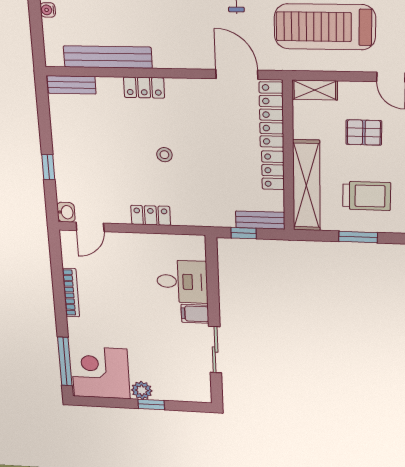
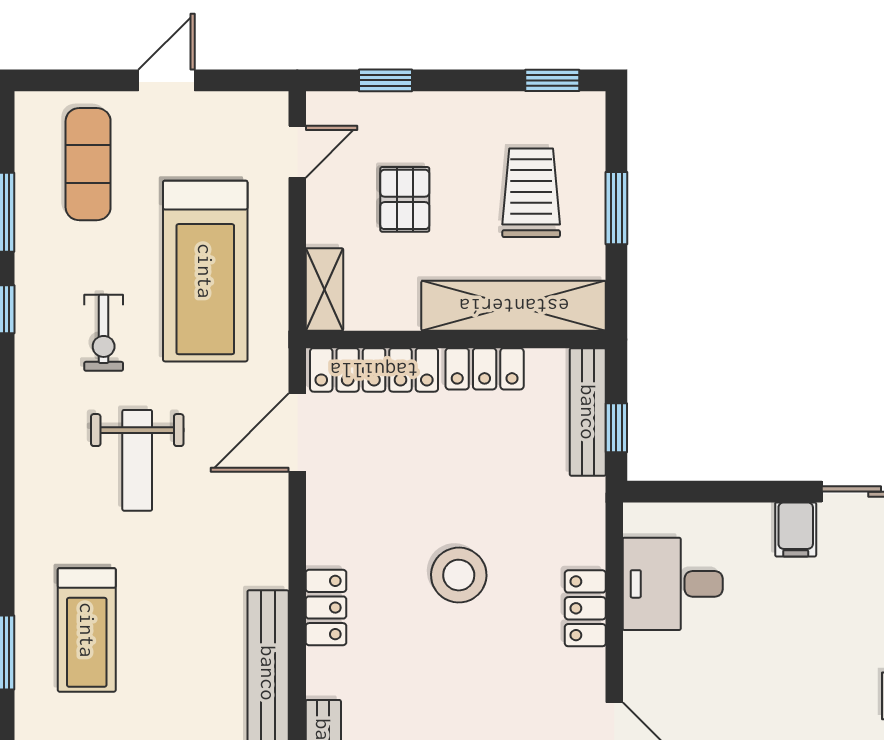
stool: (164, 155) -> (459, 575), width x1.89, depth x1.89
bench: (260, 220) -> (588, 412), width x1.36
desk: (182, 282) -> (673, 584), moved, turned -90

